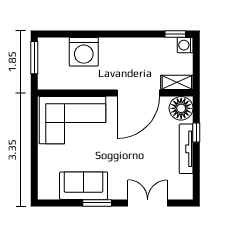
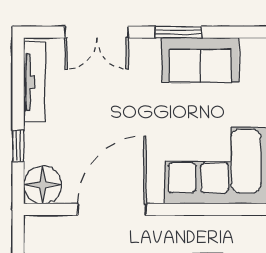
shelving: (177, 82) -> (50, 227), removed
tv unit: (186, 149) -> (34, 82), moved

